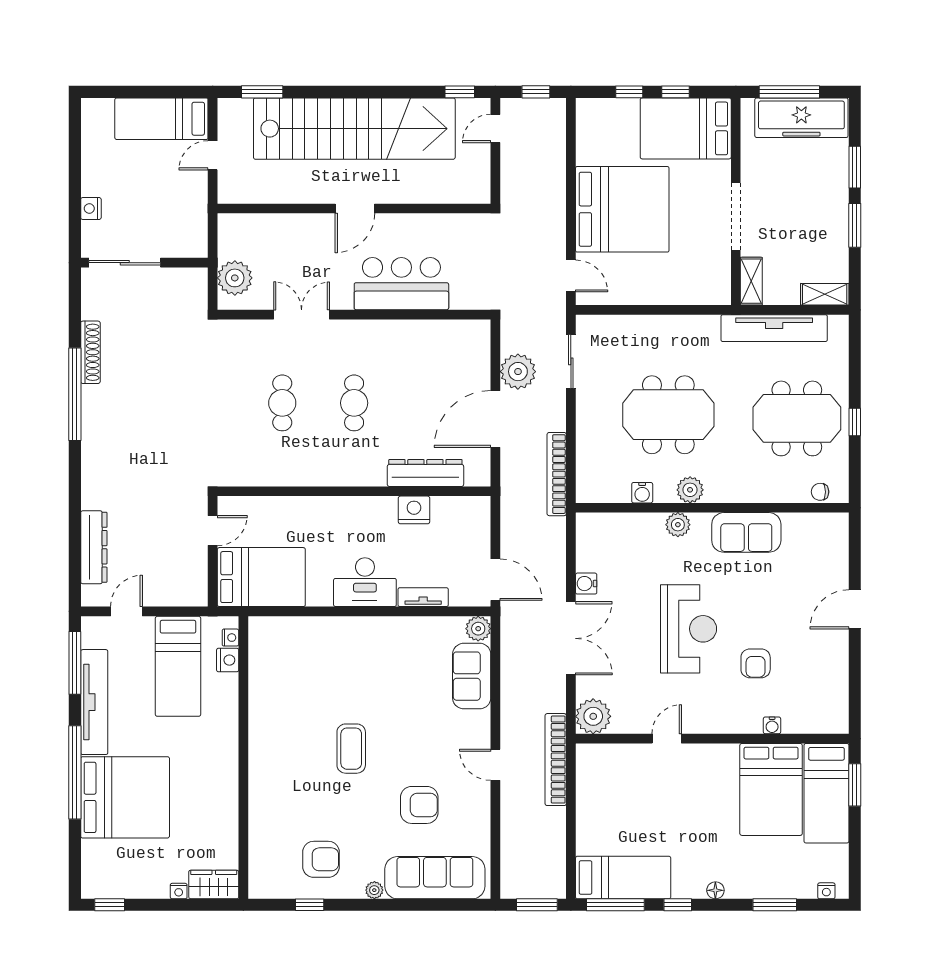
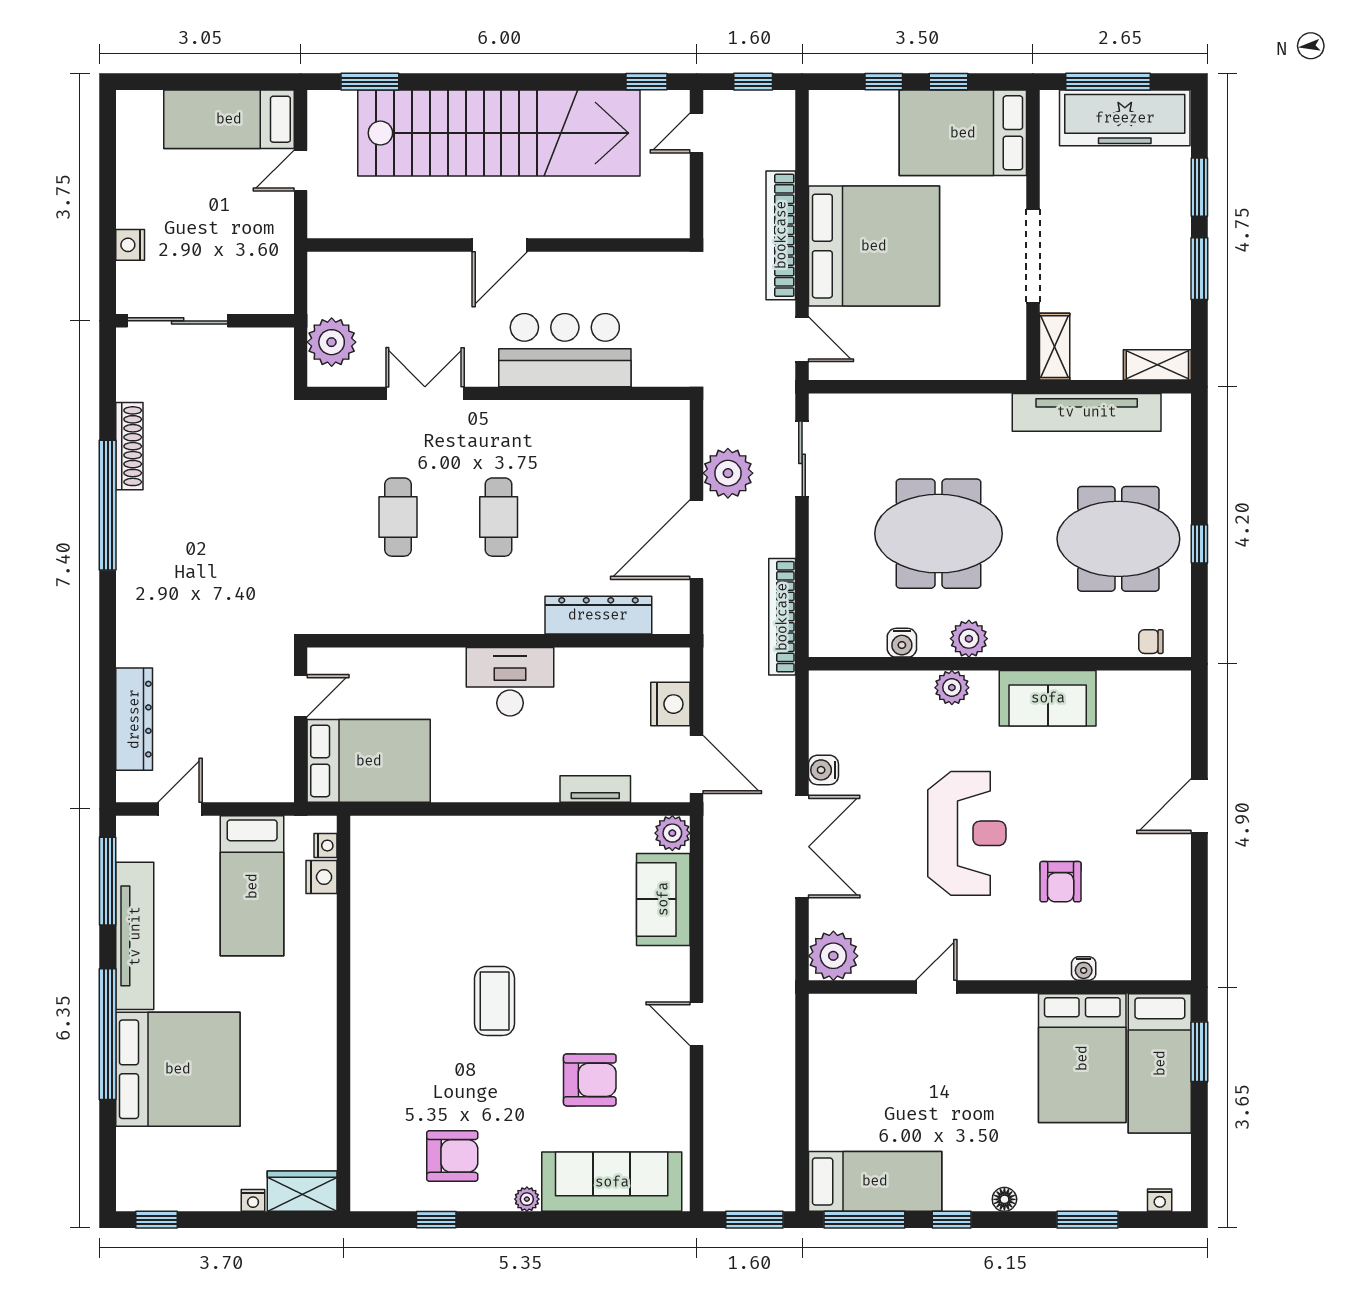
nightstand: (414, 510) -> (670, 704), moved, turned 90
desk: (365, 582) -> (510, 682), moved, turned 180
bookcase: (556, 760) -> (781, 235), moved

